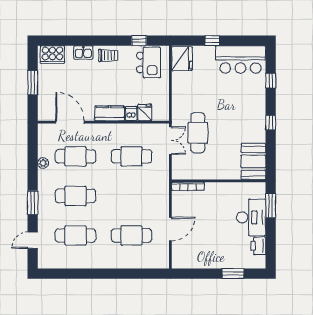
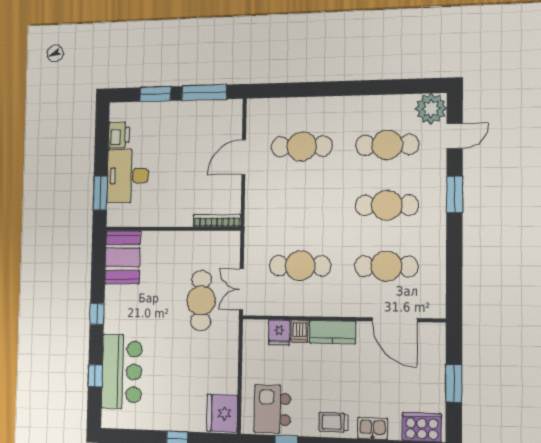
bar counter: (240, 59) -> (122, 372), moved, turned 90
plant: (43, 163) -> (431, 109), moved, width x1.88, depth x1.88
window: (198, 274) -> (204, 93), added

